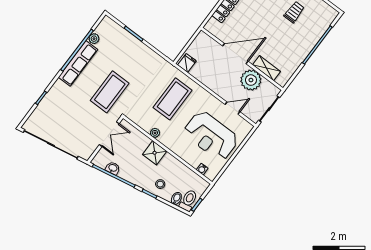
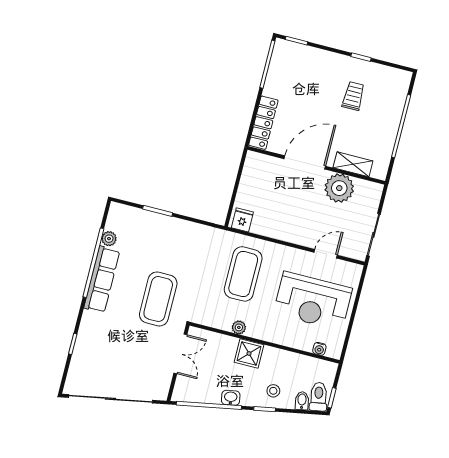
door: (235, 54) -> (305, 162), moved
wall: (242, 59) -> (316, 165), moved
shelving: (267, 68) -> (353, 164), moved
plant: (251, 80) -> (339, 188), moved
washbasin: (113, 168) -> (231, 398), moved

